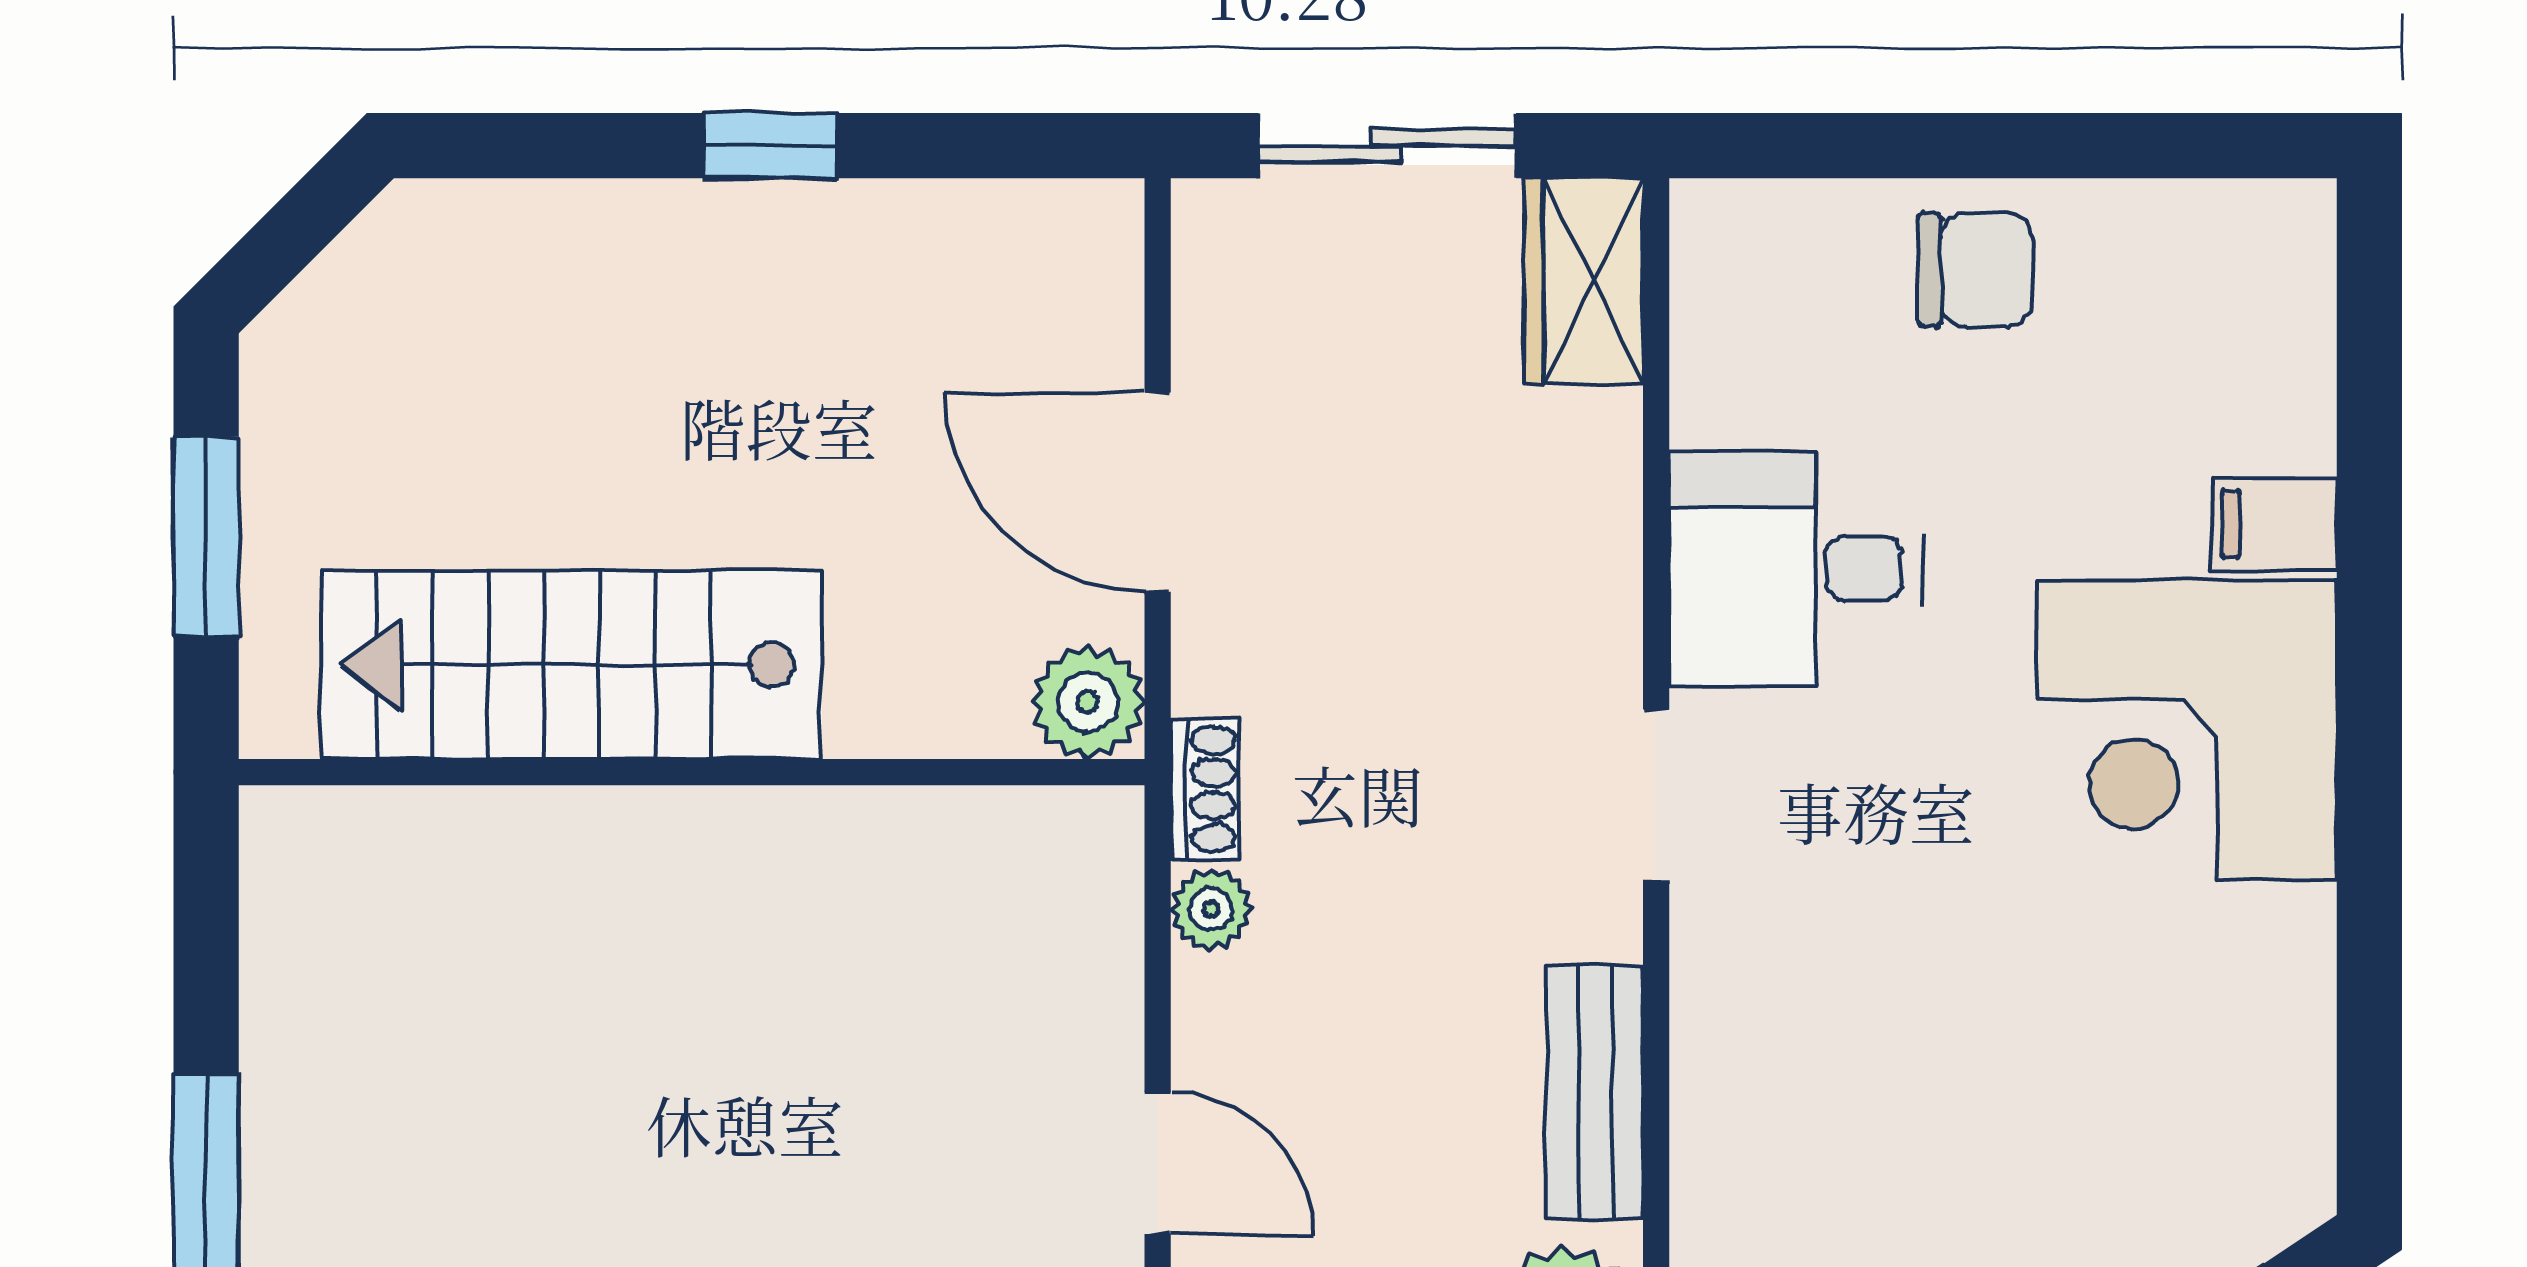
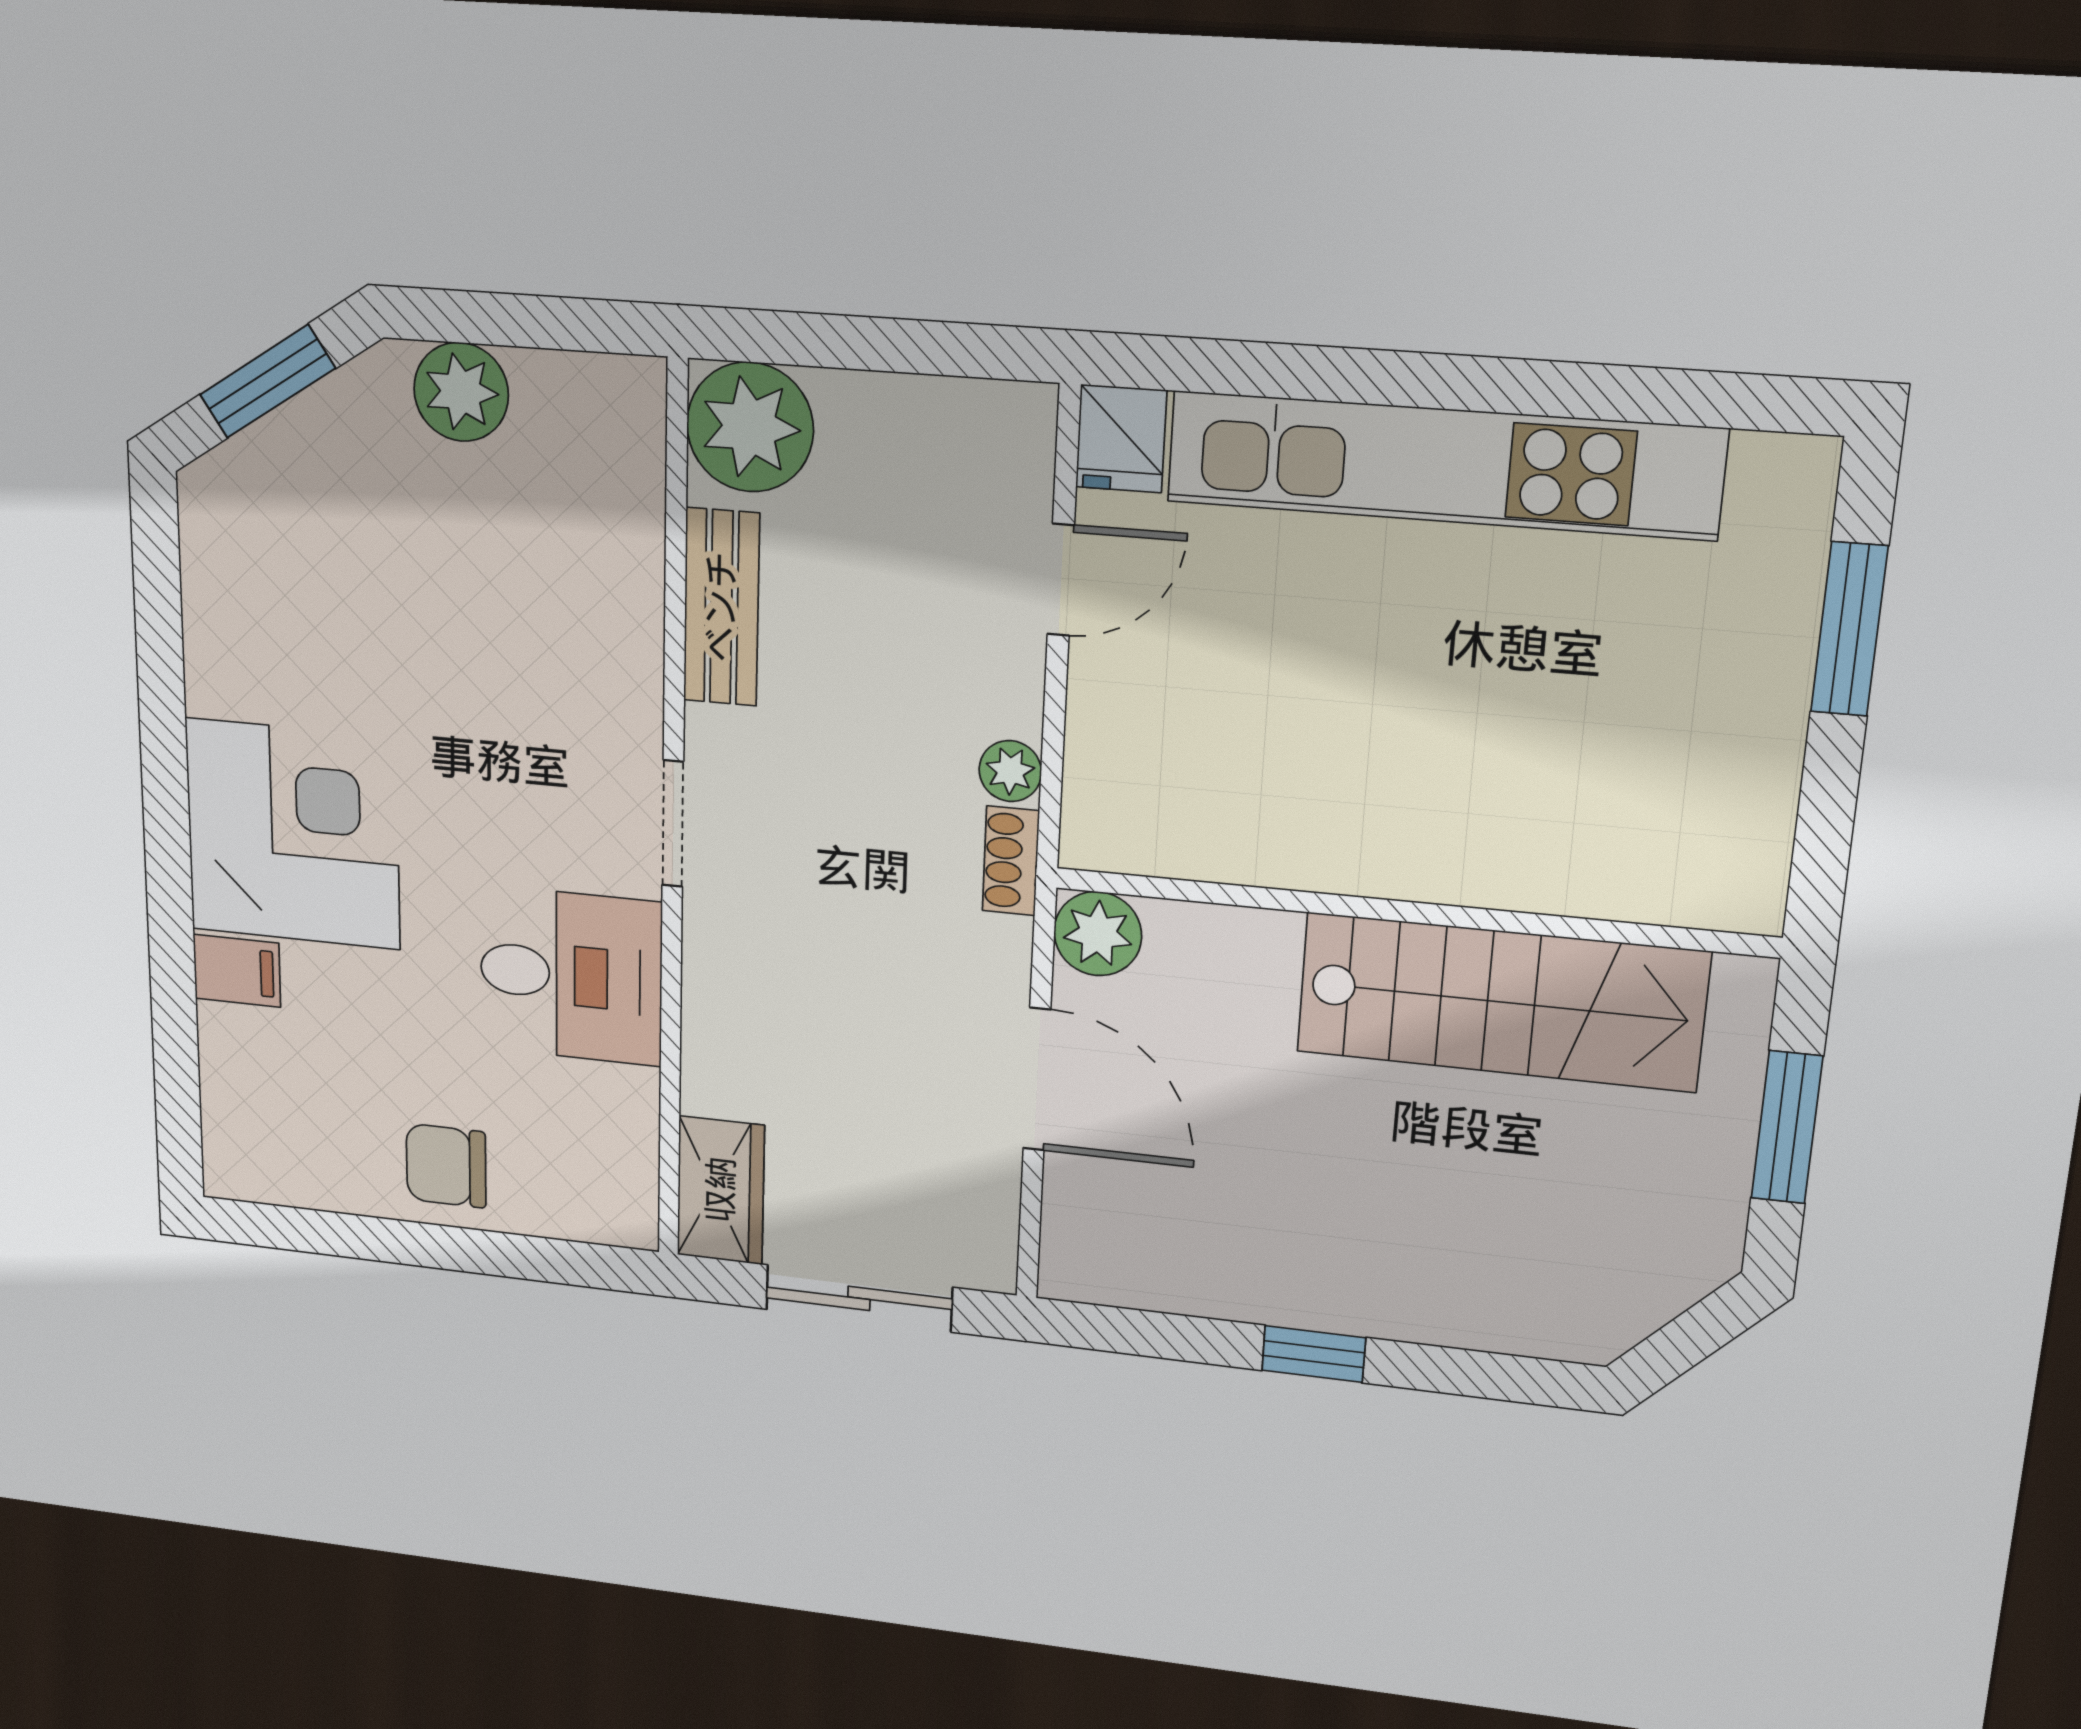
door: (1158, 1163) -> (1061, 580), swing flipped

